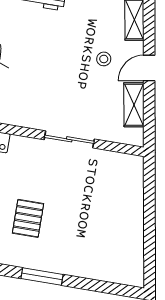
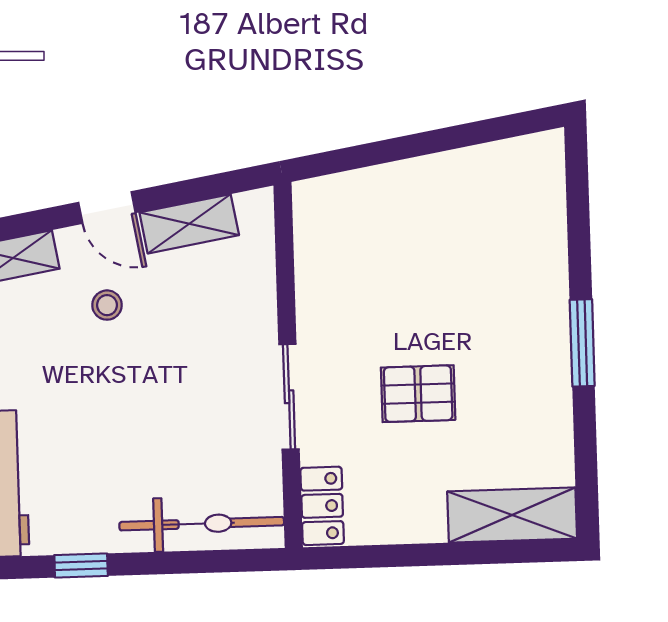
sliding door: (69, 139) -> (289, 397), moved
pallet: (28, 218) -> (418, 394), moved

